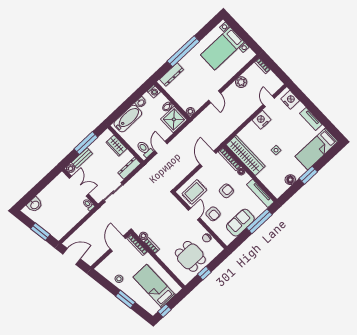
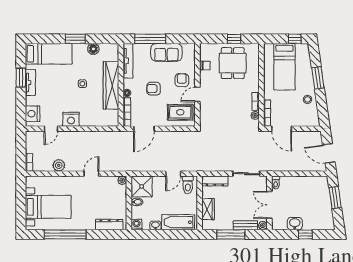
window: (183, 51) -> (65, 234), moved
window: (320, 116) -> (21, 78), added
wardrobe: (246, 155) -> (111, 85), moved
window: (37, 189) -> (305, 234), added
washbasin: (35, 205) -> (295, 224), moved
door: (118, 244) -> (282, 129), hinge flipped

